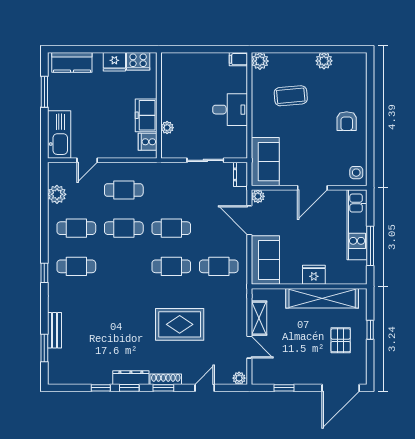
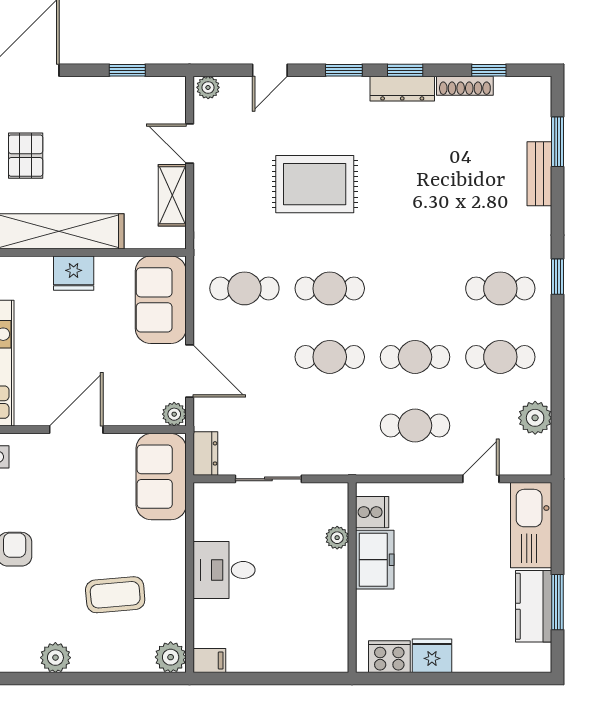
kitchen counter: (72, 62) -> (534, 606), moved, turned -90
shoe rack: (166, 379) -> (465, 86), moved
window: (101, 388) -> (489, 70), moved

